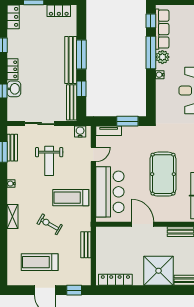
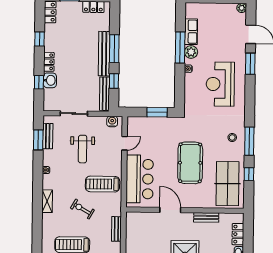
window: (151, 21) -> (180, 18), removed
row of seats: (162, 29) -> (191, 32), width x0.68
tv unit: (109, 131) -> (139, 121), removed

